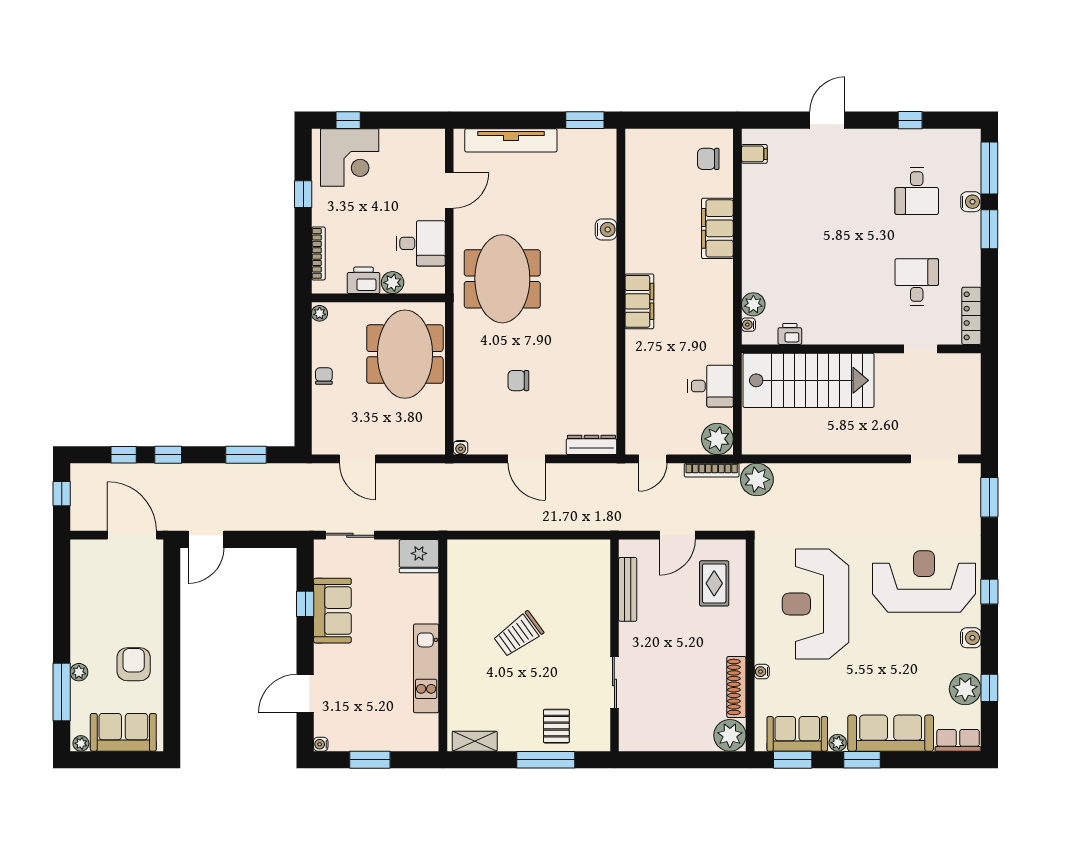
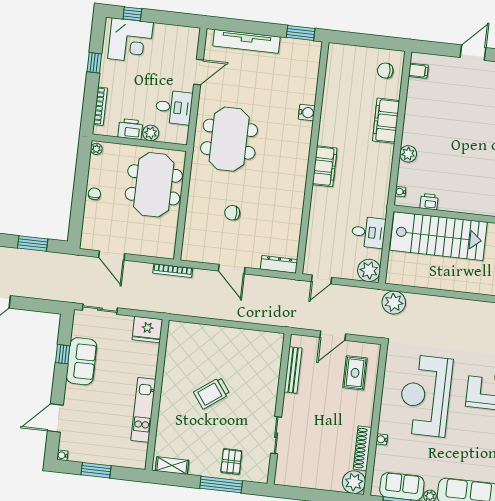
plant: (753, 304) -> (408, 154), moved
water cooler: (461, 448) -> (186, 256), removed
bookcase: (712, 470) -> (173, 271), moved

